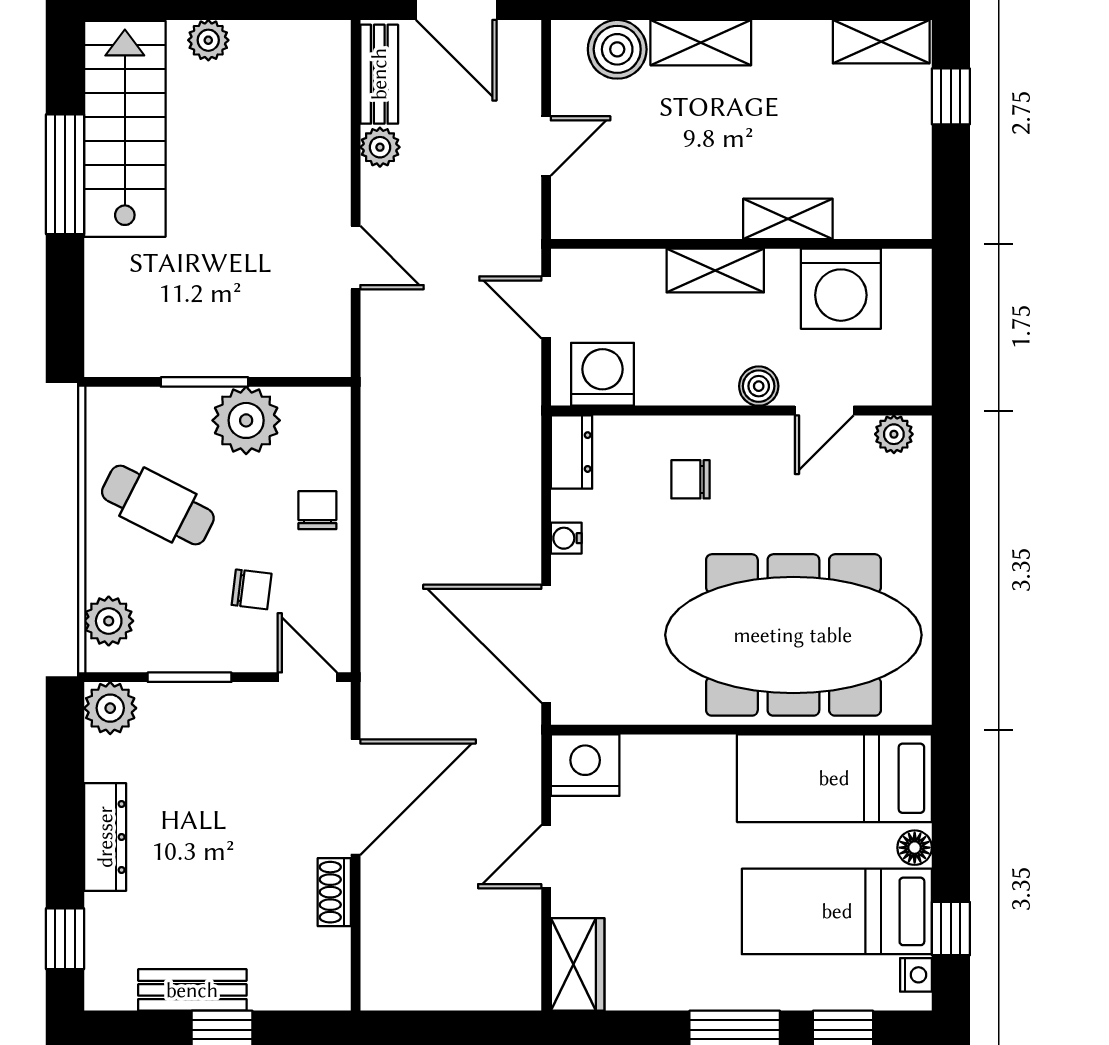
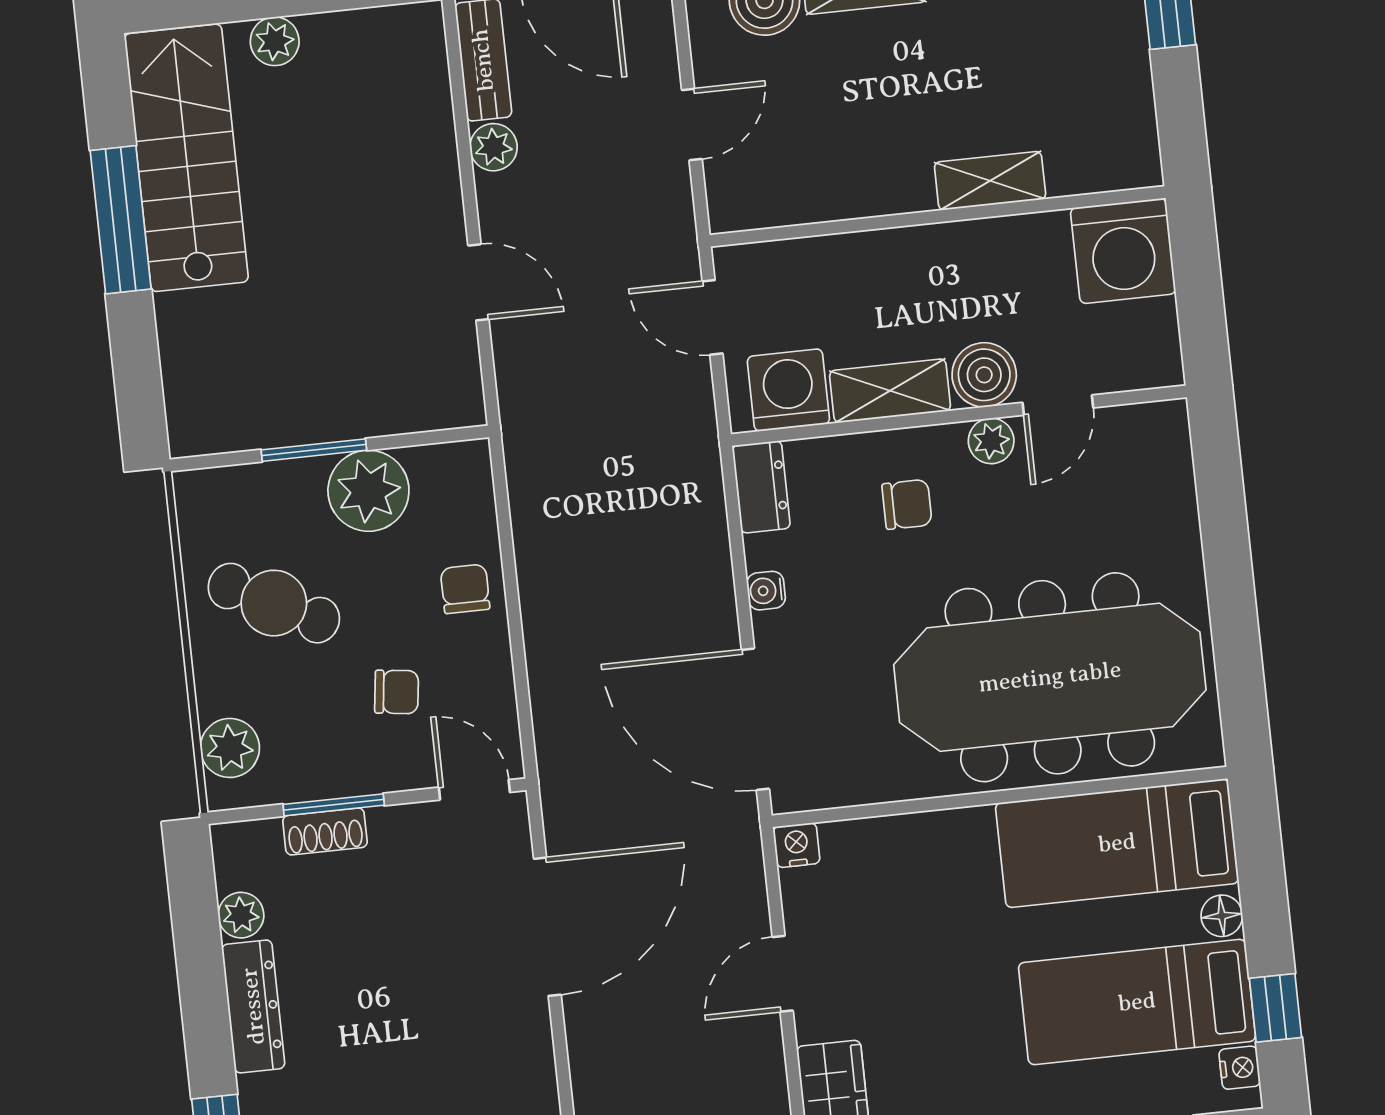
shelving: (715, 270) -> (890, 391), moved
washing machine: (841, 289) -> (1123, 251), moved
boiler: (759, 386) -> (984, 375), width x1.36, depth x1.36
plant: (894, 434) -> (991, 441), moved
chair: (691, 479) -> (907, 504), turned 180
plant: (110, 708) -> (241, 915), moved, width x0.73, depth x0.73
nightstand: (585, 765) -> (797, 845), width x0.53, depth x0.56
shoe rack: (334, 892) -> (325, 831), moved, turned -90

